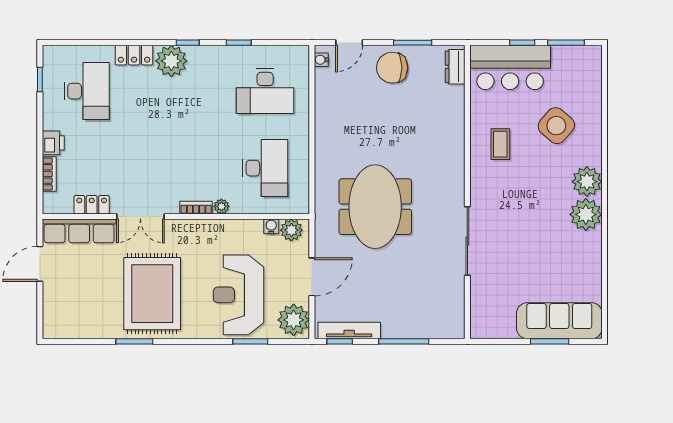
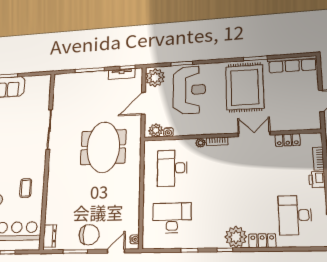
row of seats: (79, 231) -> (292, 64), moved, turned 180
tv unit: (349, 330) -> (122, 74), width x0.71

